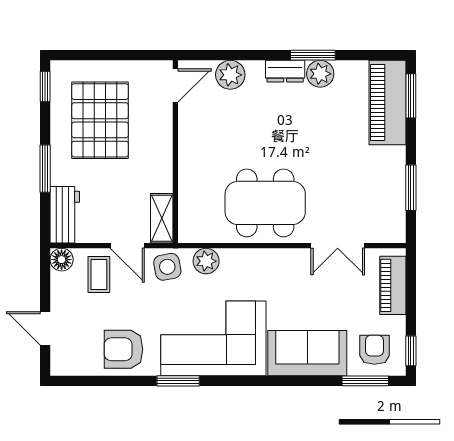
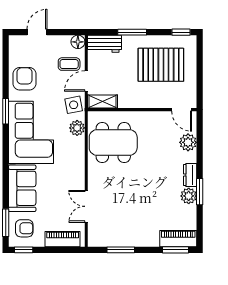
piano: (388, 103) -> (178, 239), width x0.73, depth x0.75
dining table: (265, 203) -> (113, 143), moved, turned 90

